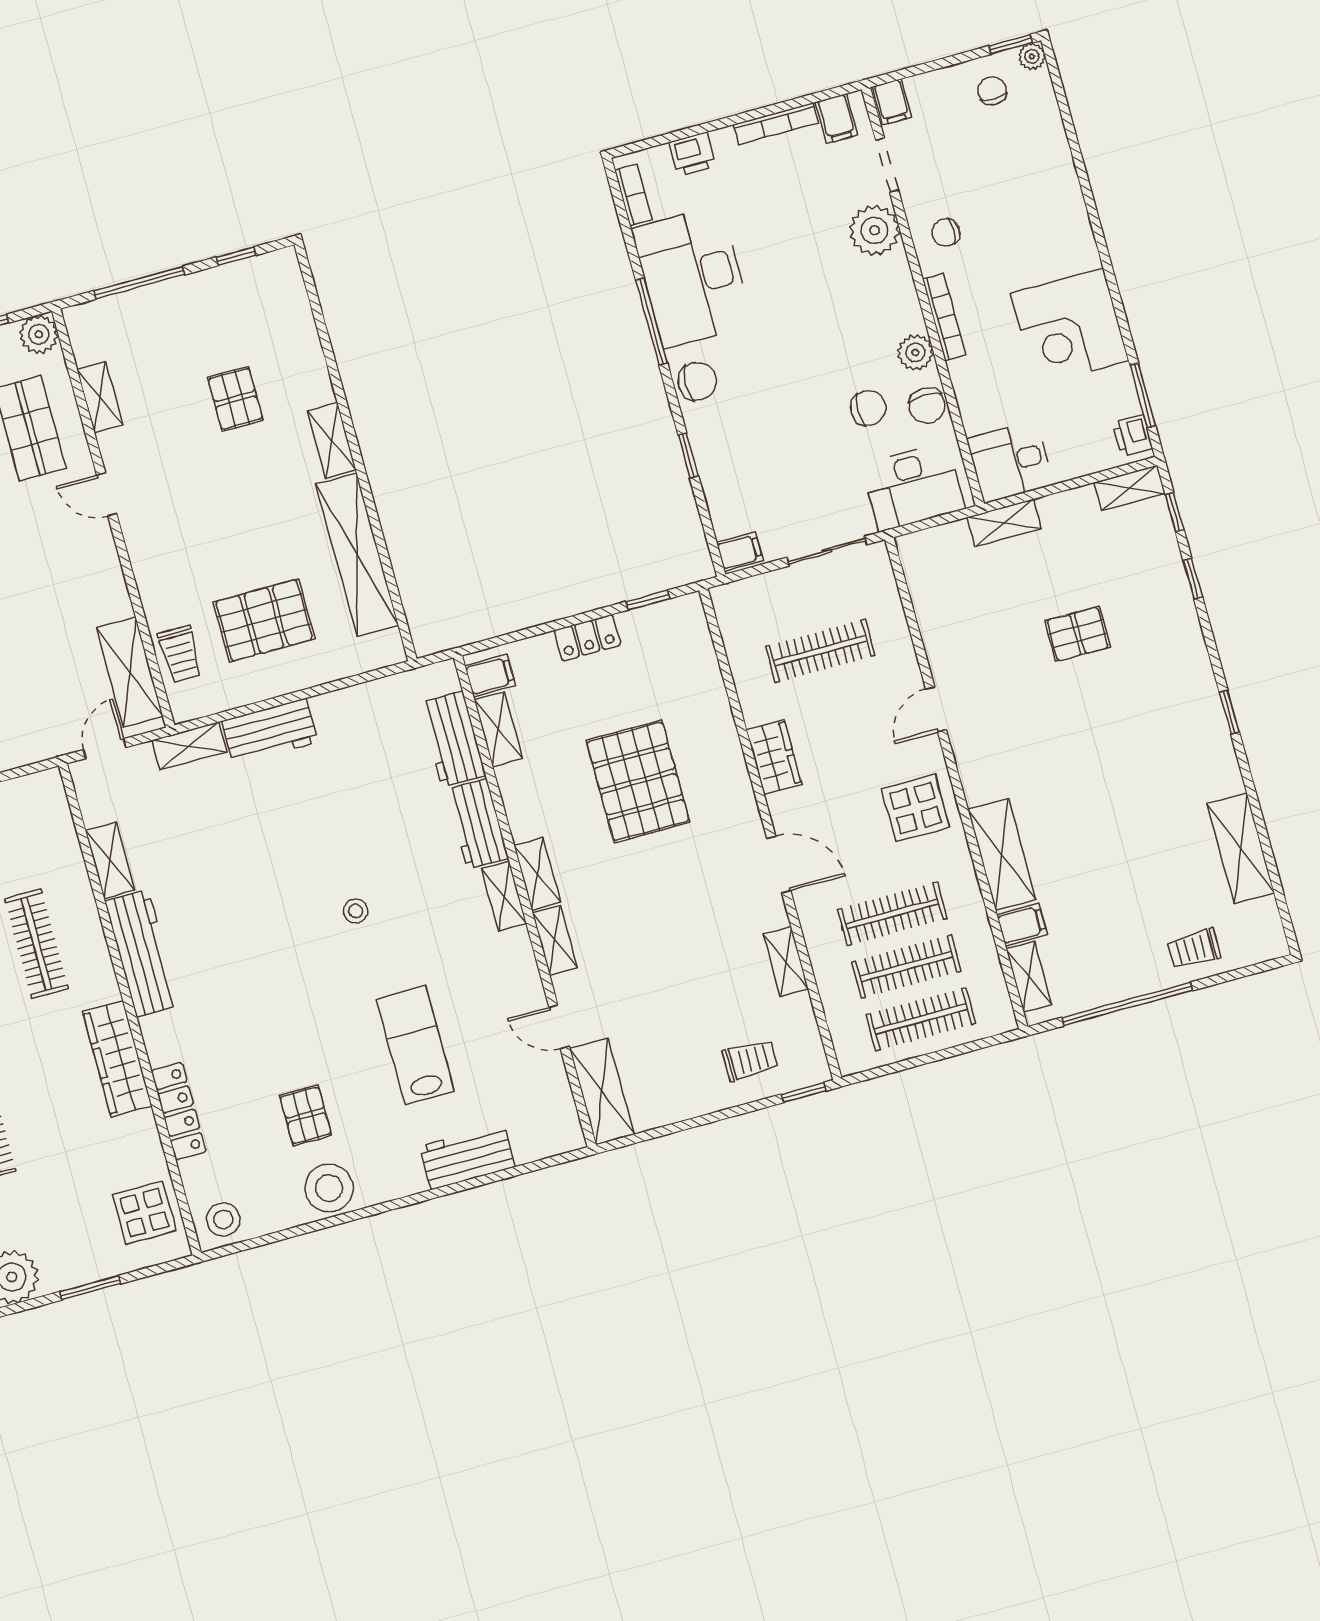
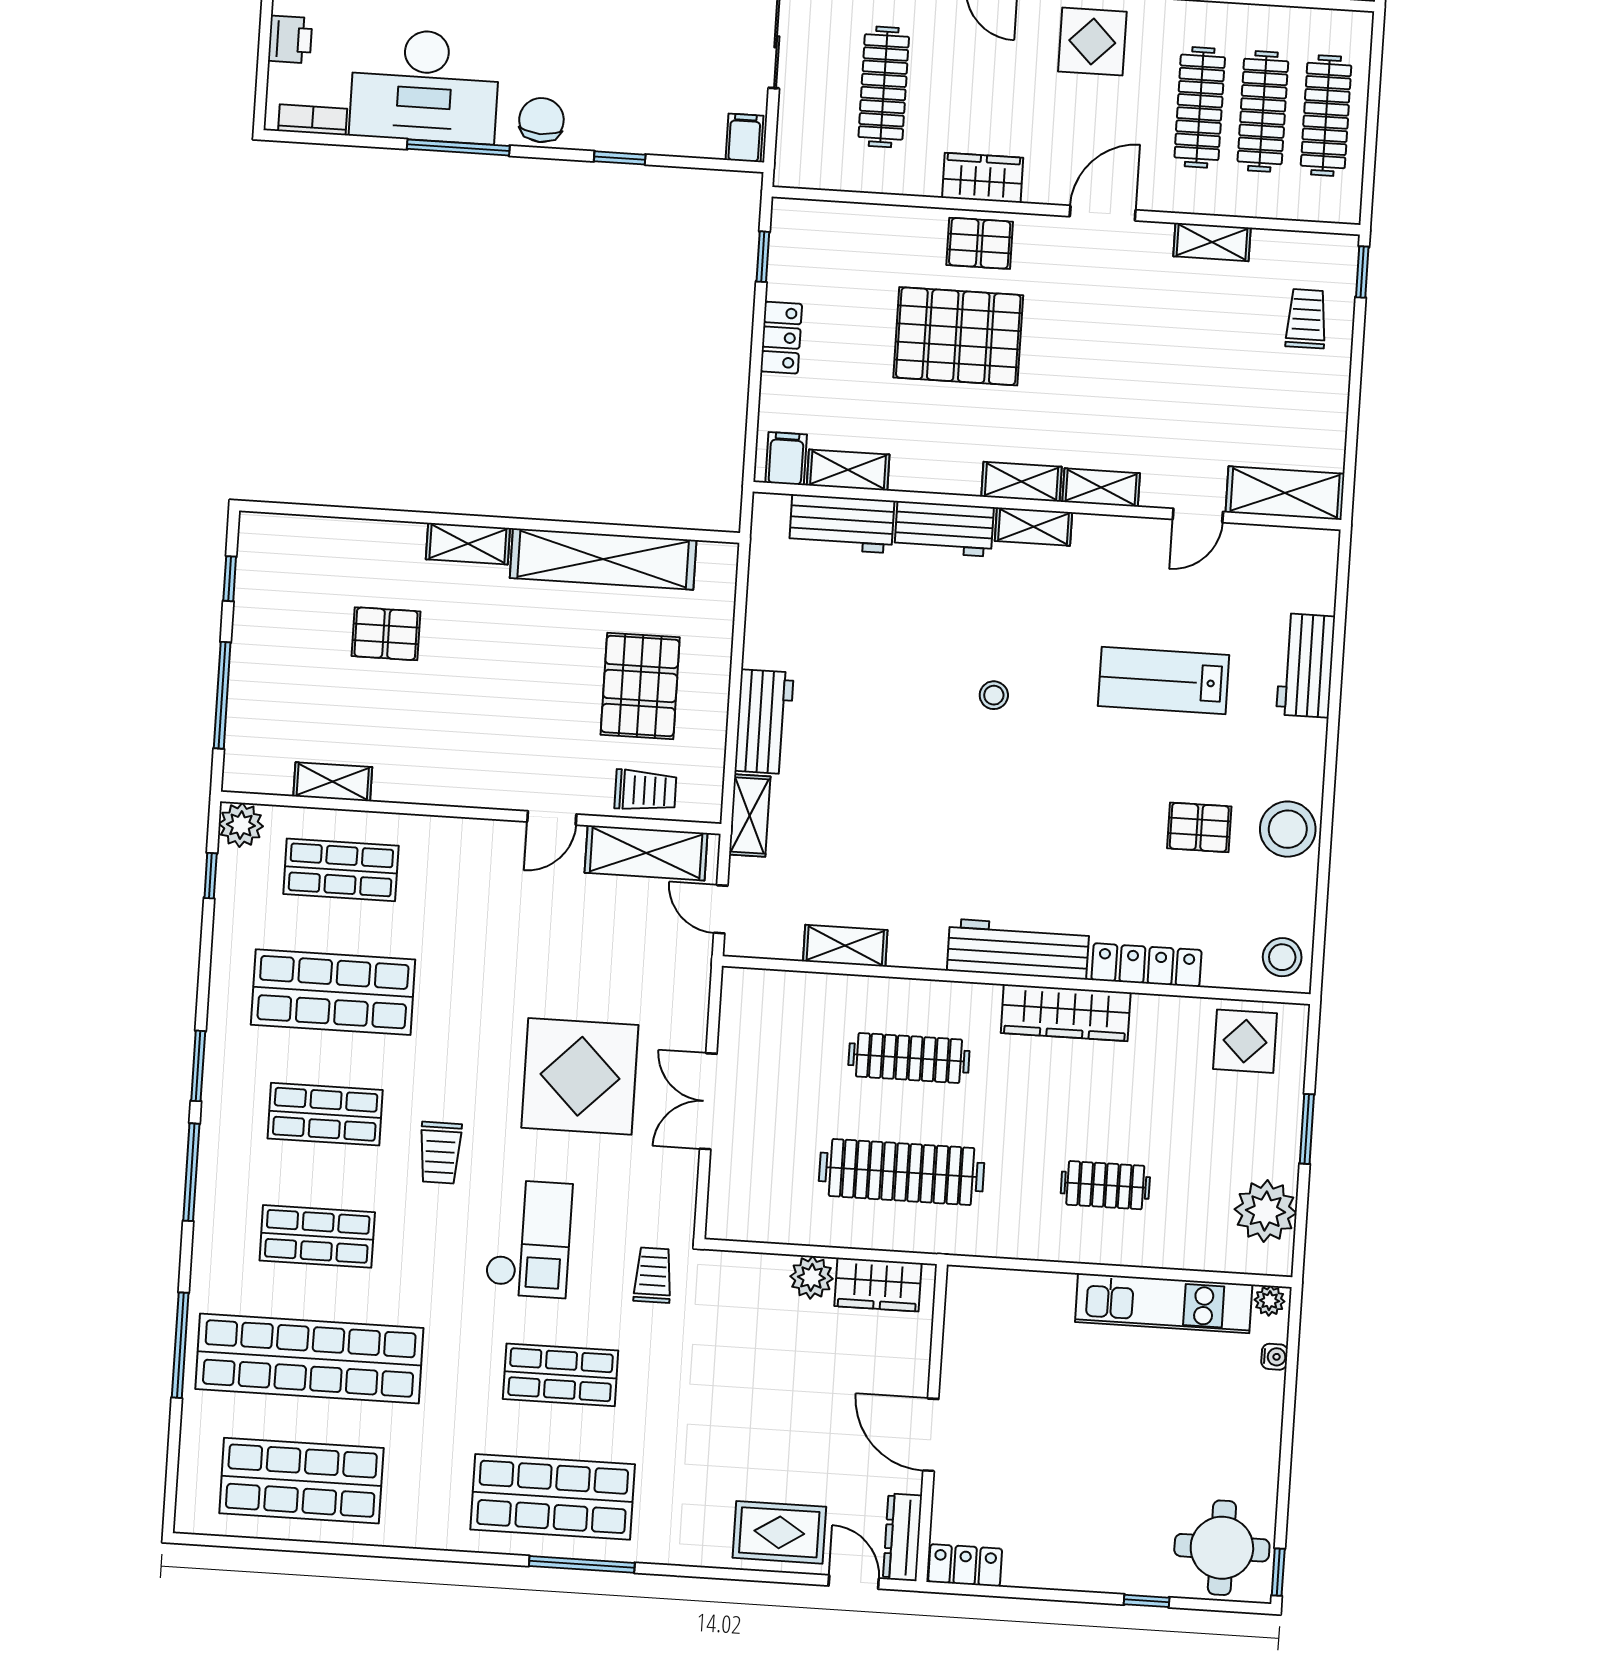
door: (107, 495) -> (552, 818), moved
pallet: (720, 773) -> (980, 243), added
workbench: (142, 953) -> (1018, 949), moved

